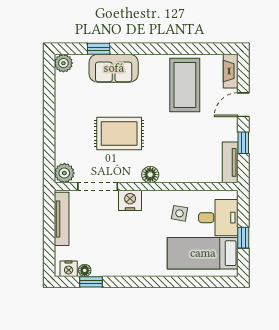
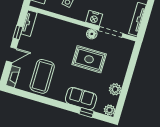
plant: (64, 173) -> (115, 89), moved
floor lamp: (150, 175) -> (92, 34), moved

